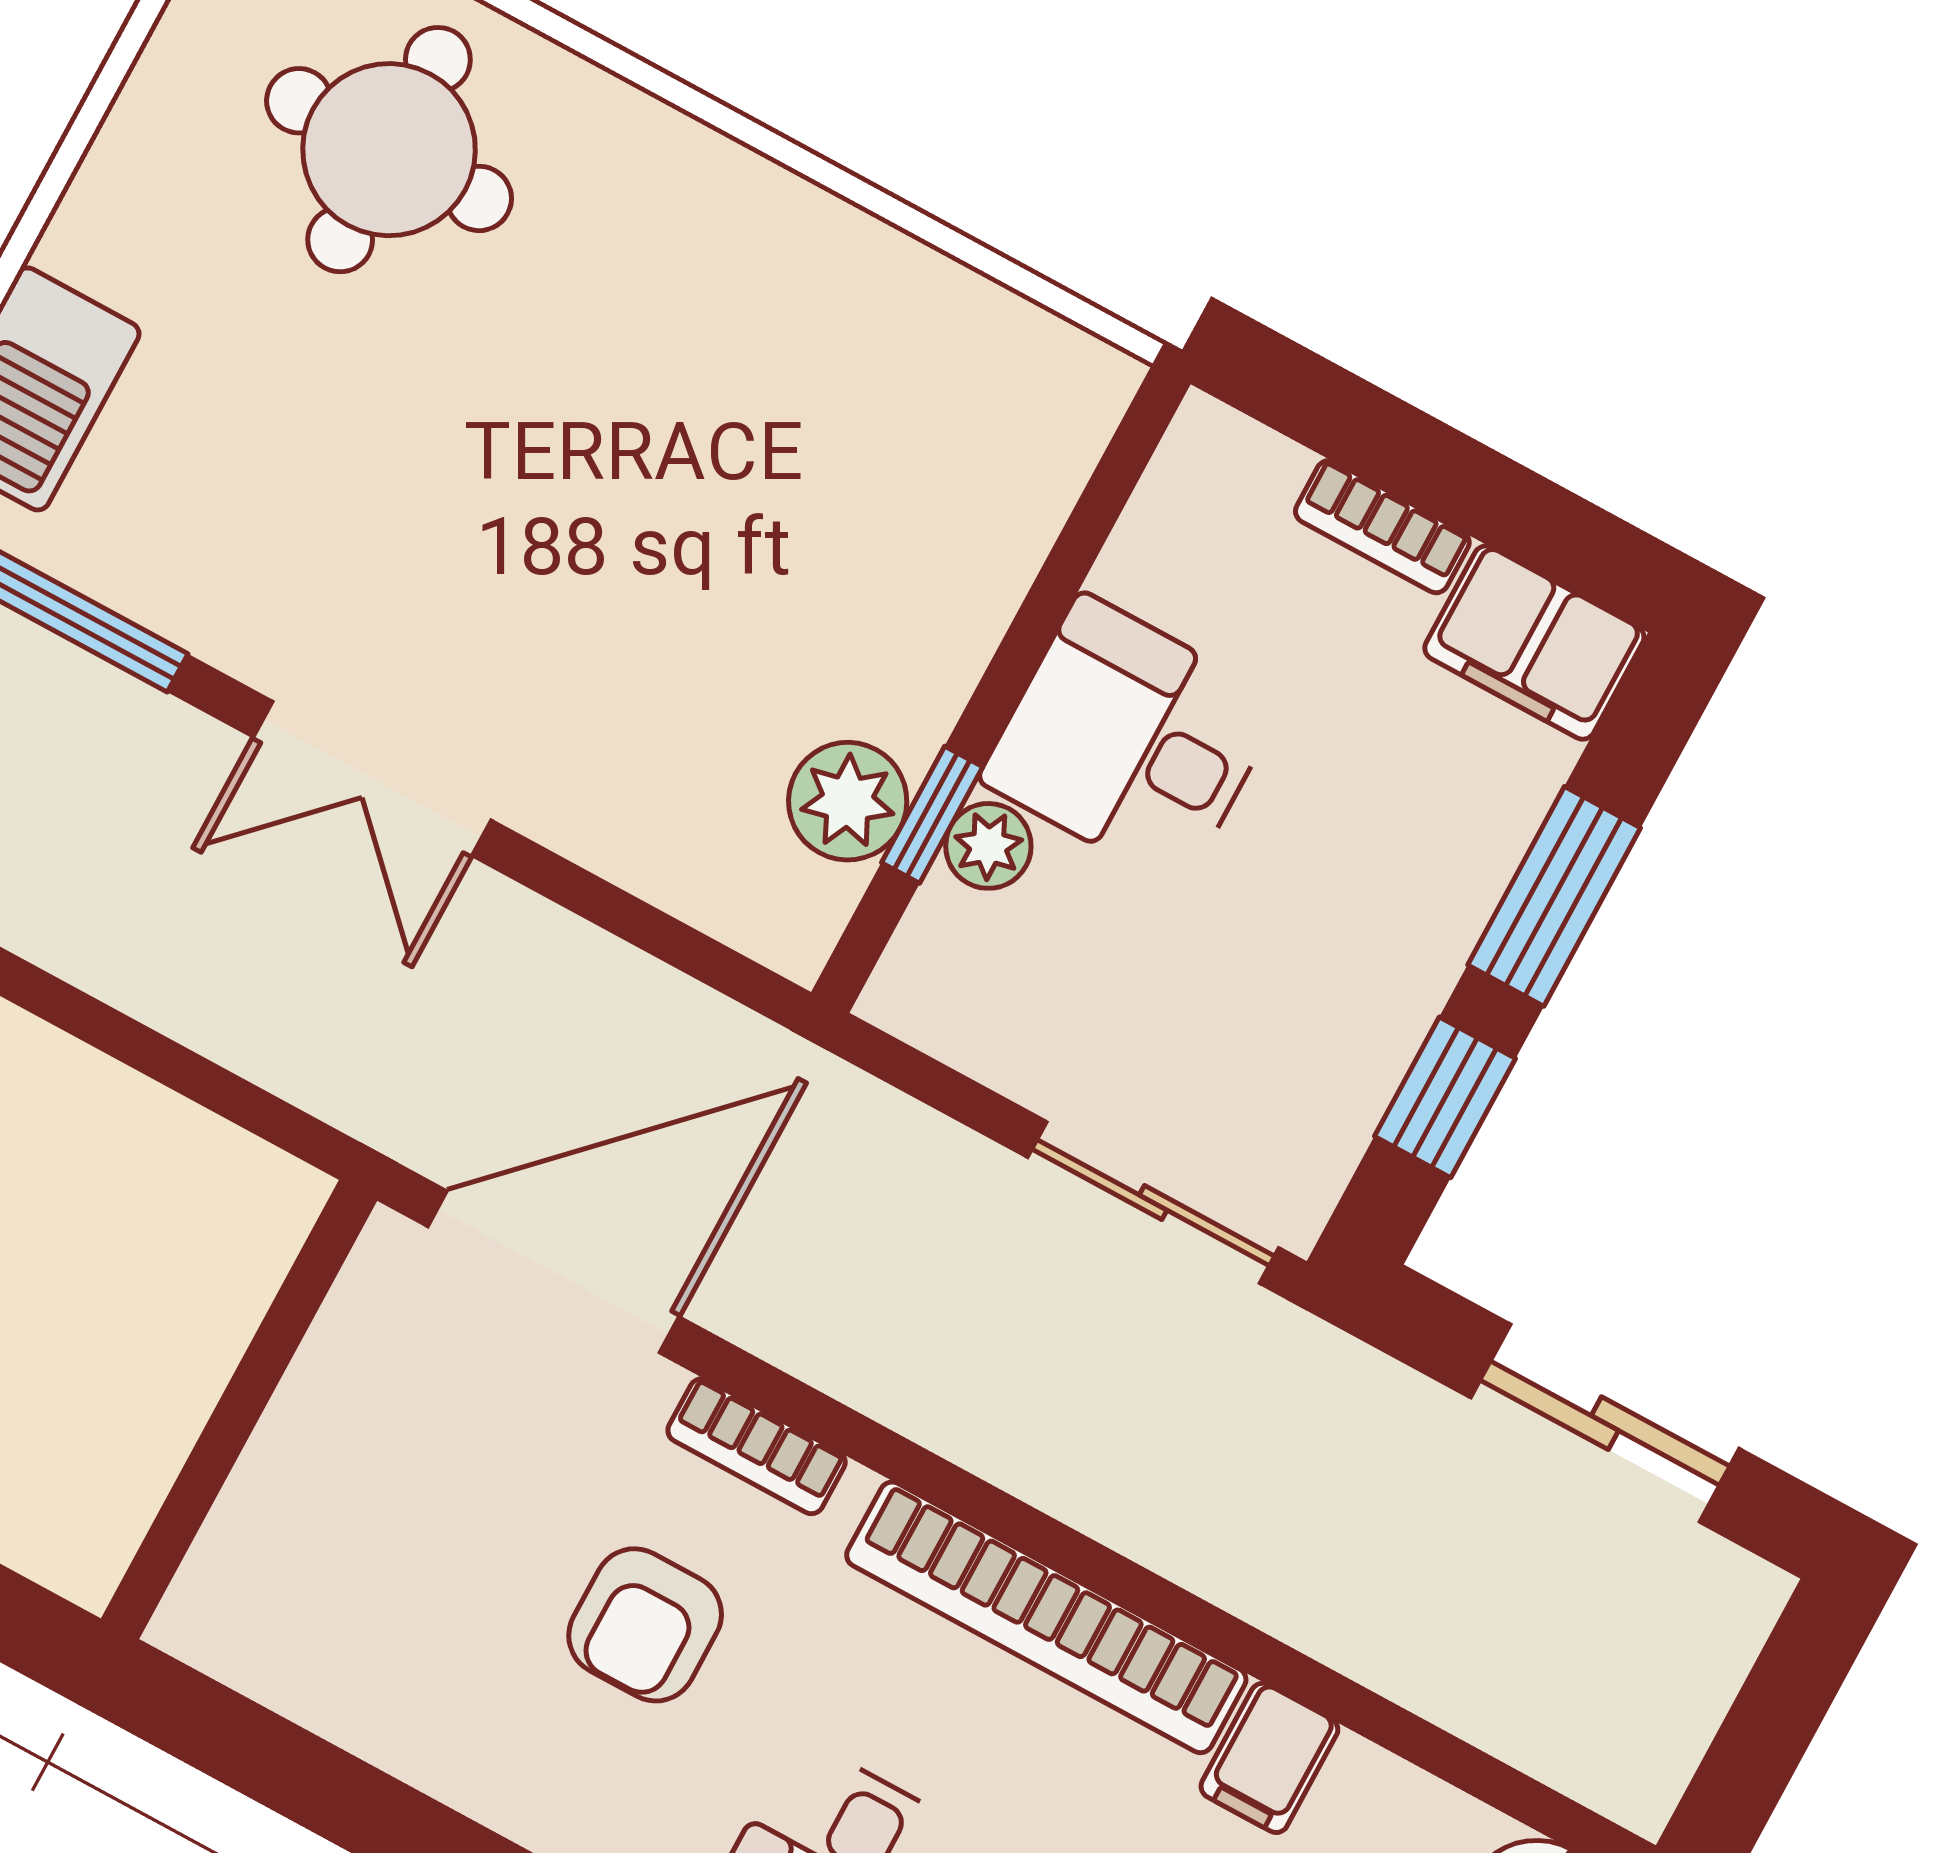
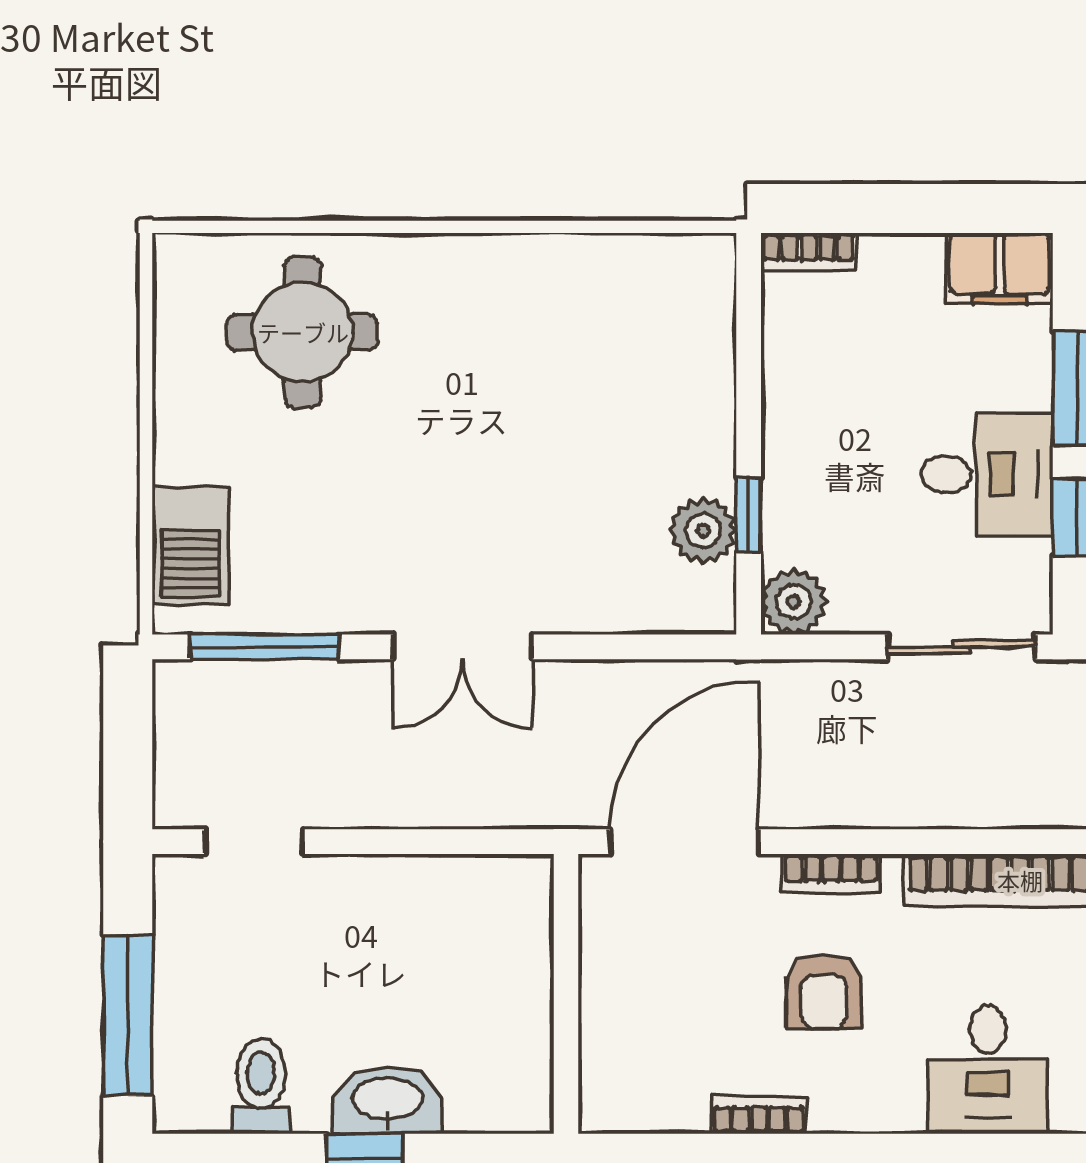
bookcase: (1382, 527) -> (809, 252), moved
desk: (1131, 741) -> (987, 474), moved, turned 180
plant: (988, 846) -> (794, 602), moved, width x1.38, depth x1.38
bookcase: (438, 1763) -> (759, 1115), added

